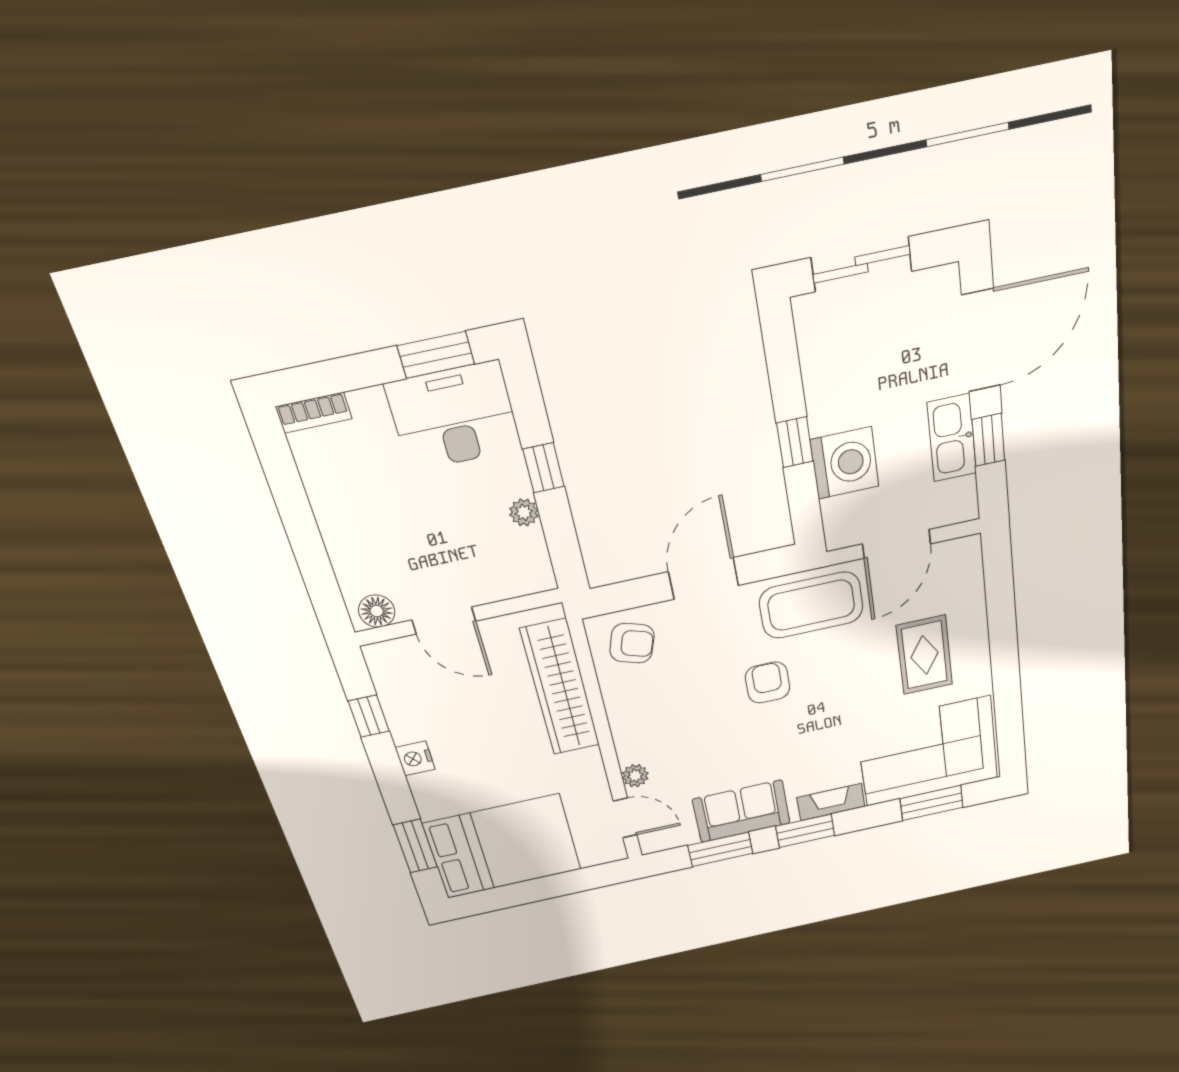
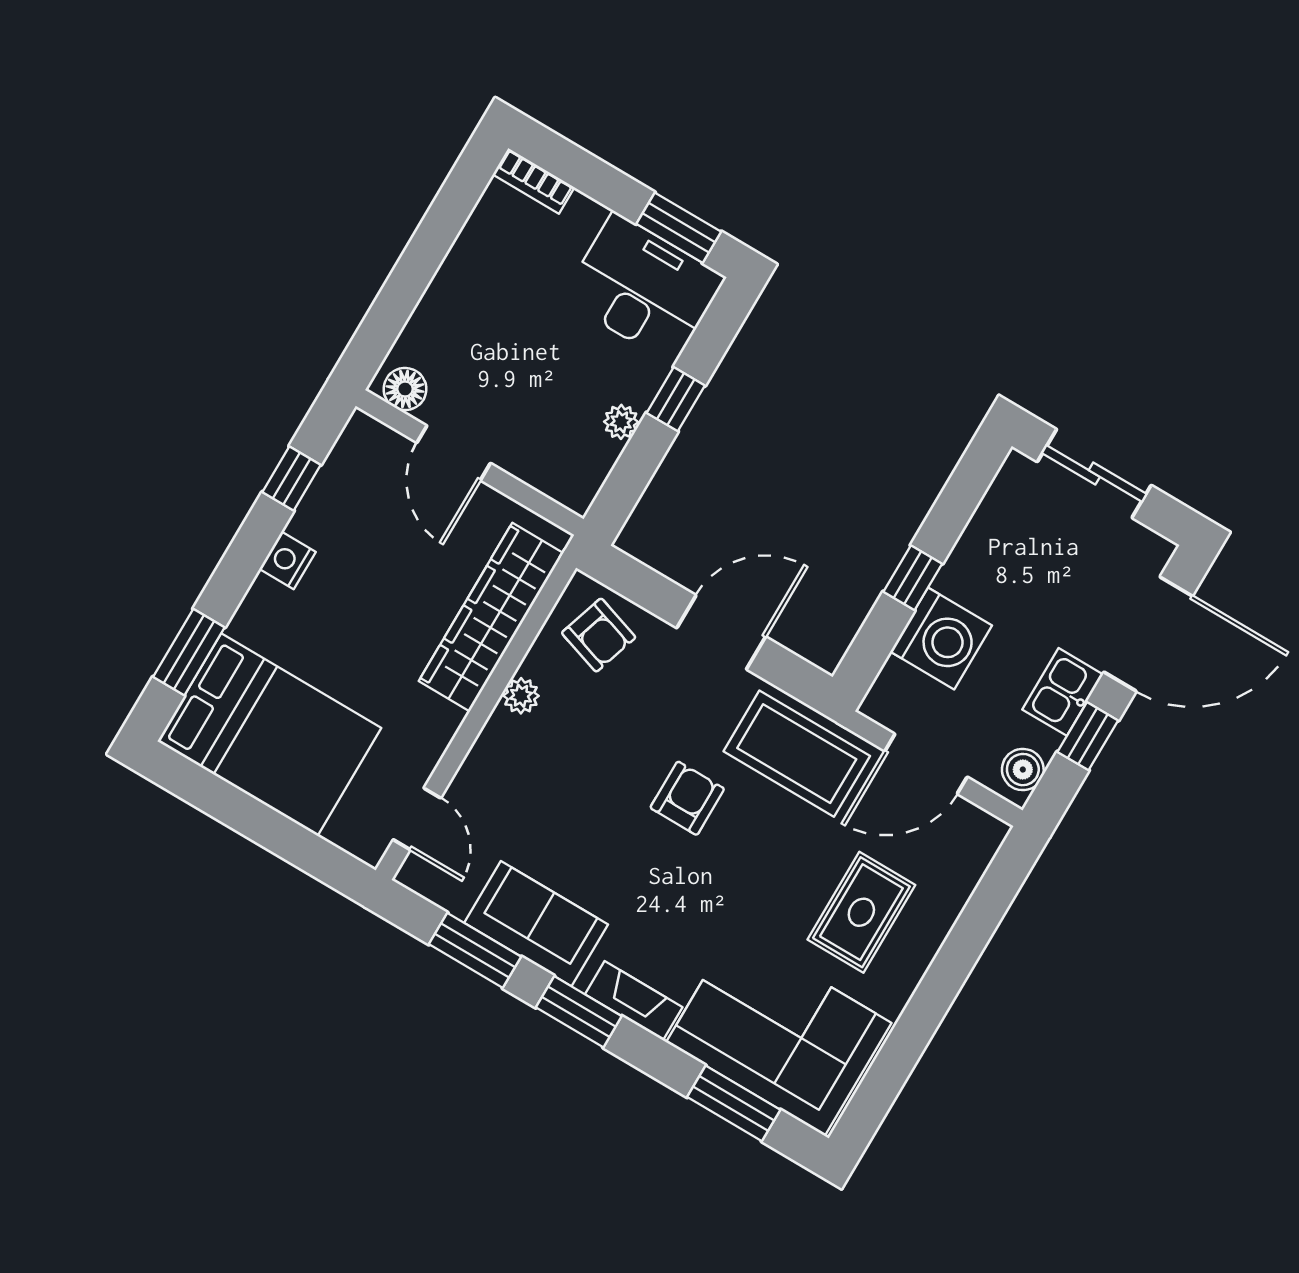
kitchen sink: (952, 438) -> (1063, 692), width x0.73
boiler: (961, 495) -> (1023, 770), added
plant: (635, 776) -> (521, 696), moved

